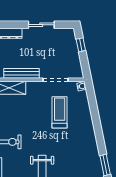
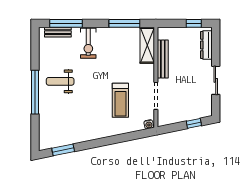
treadmill: (60, 112) -> (120, 100), turned 90

